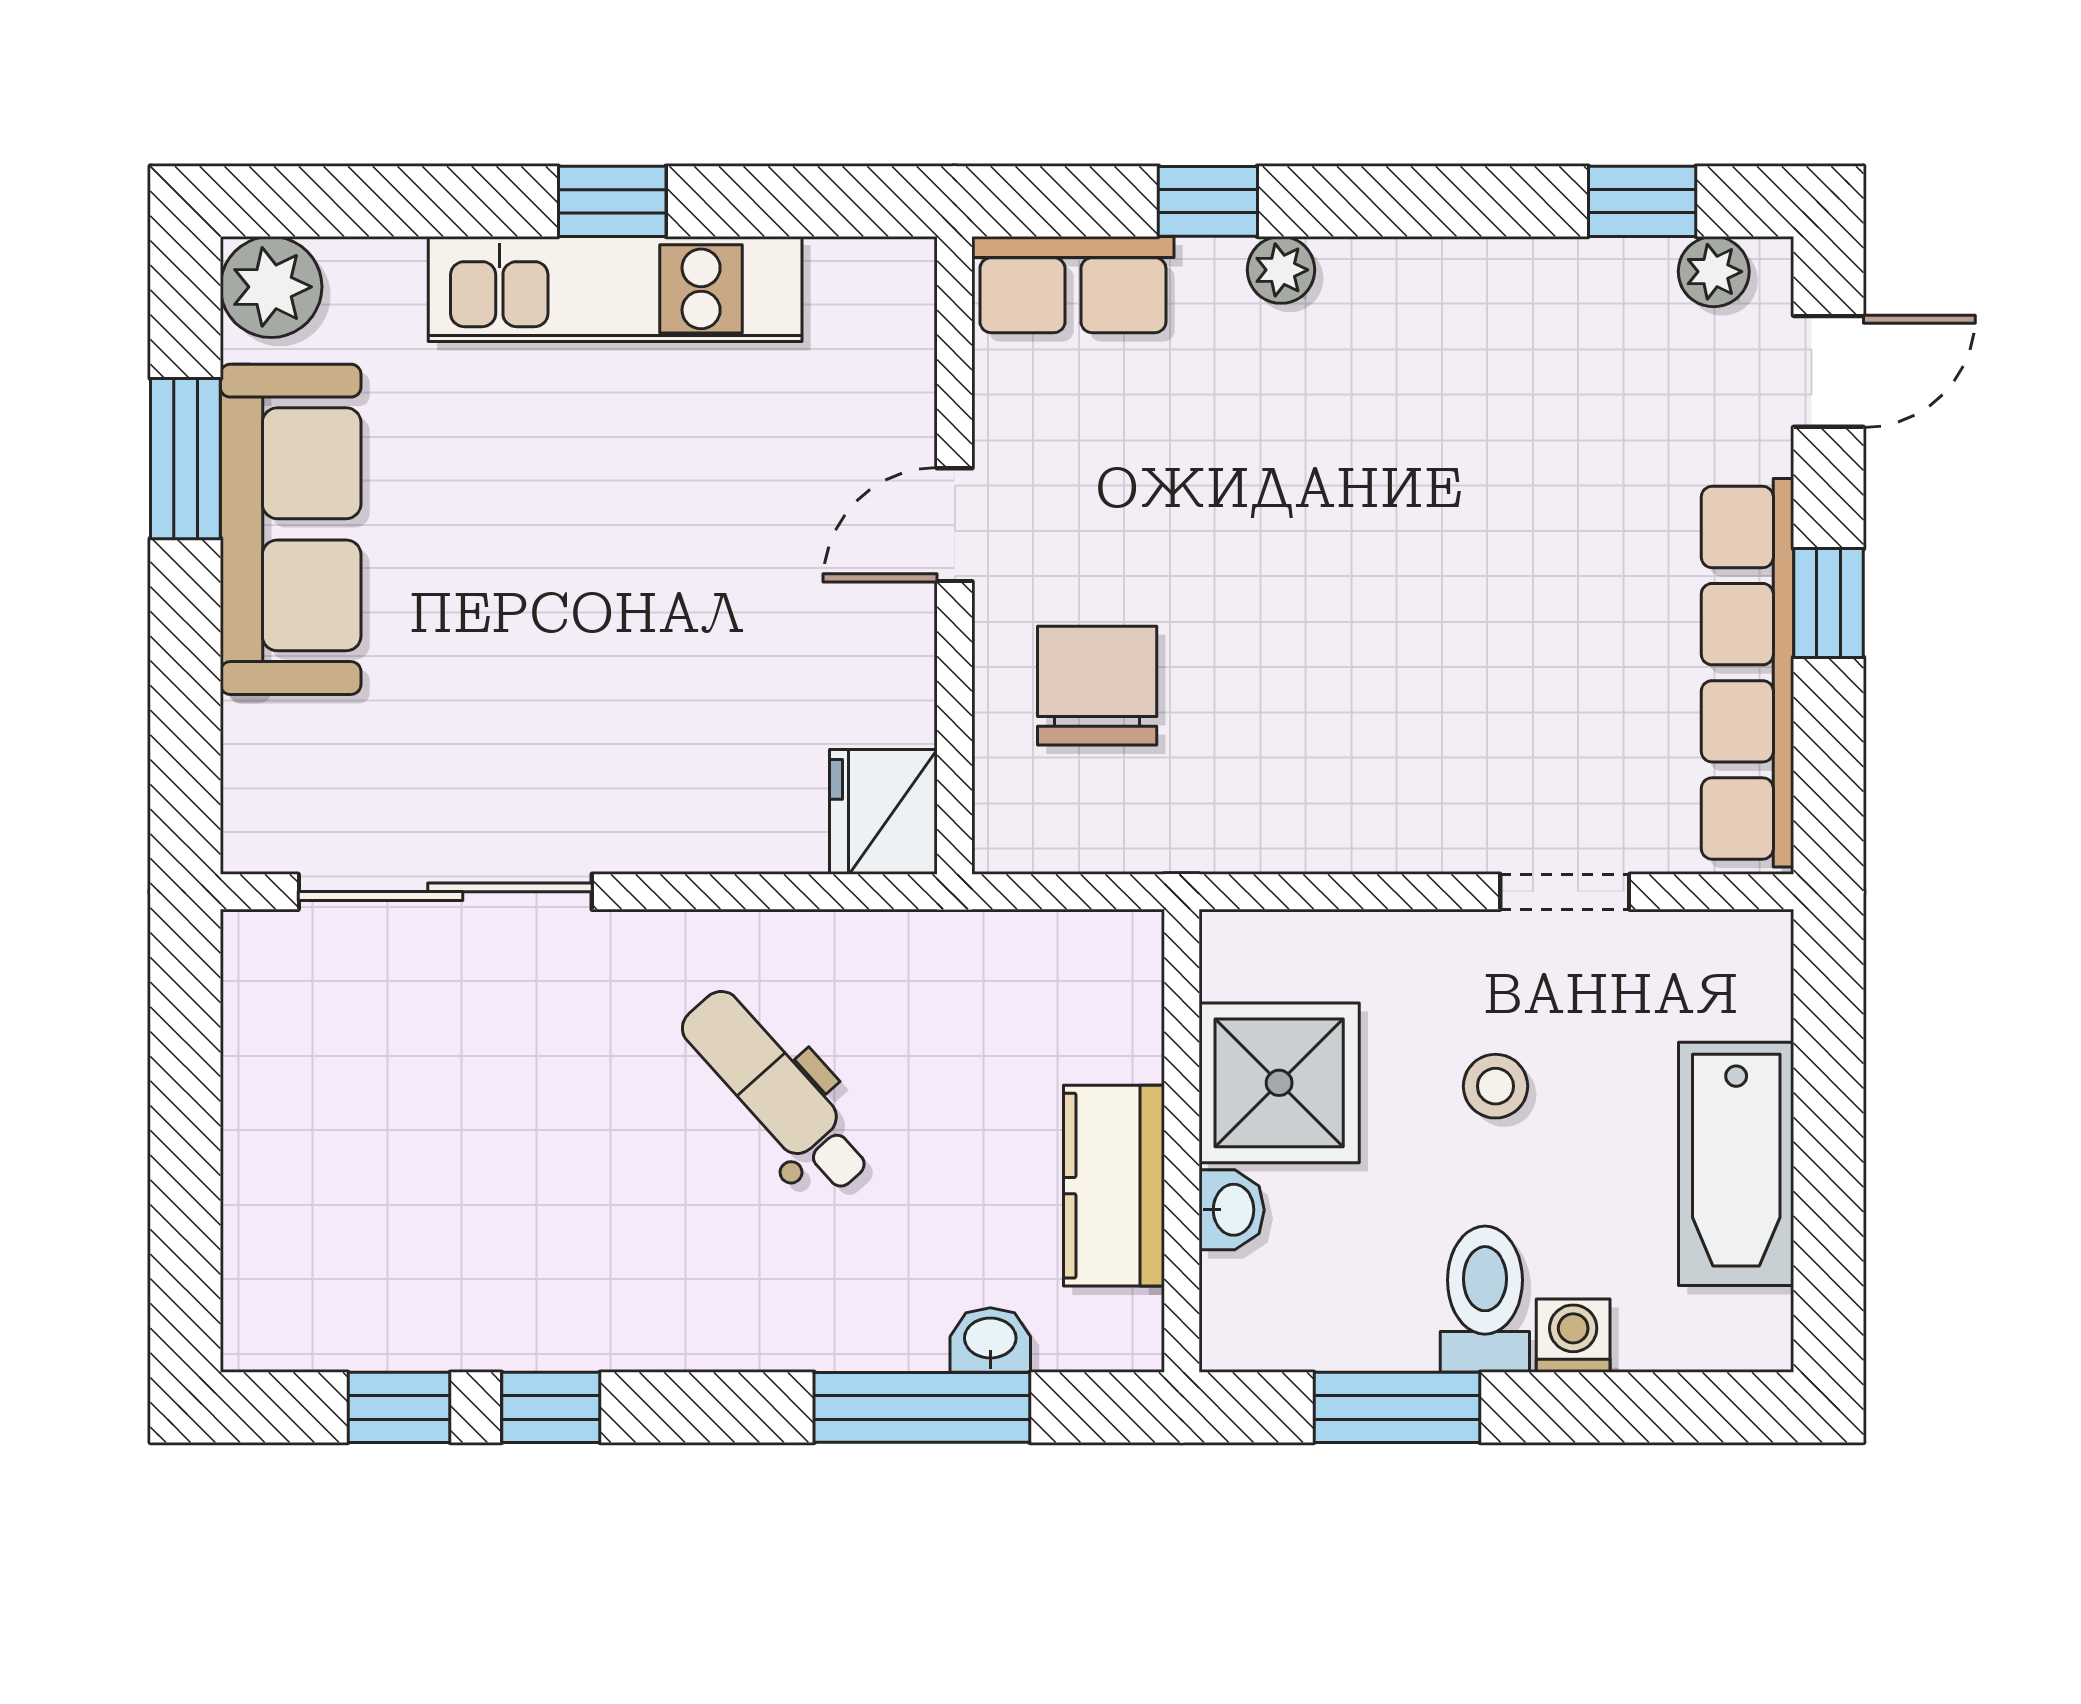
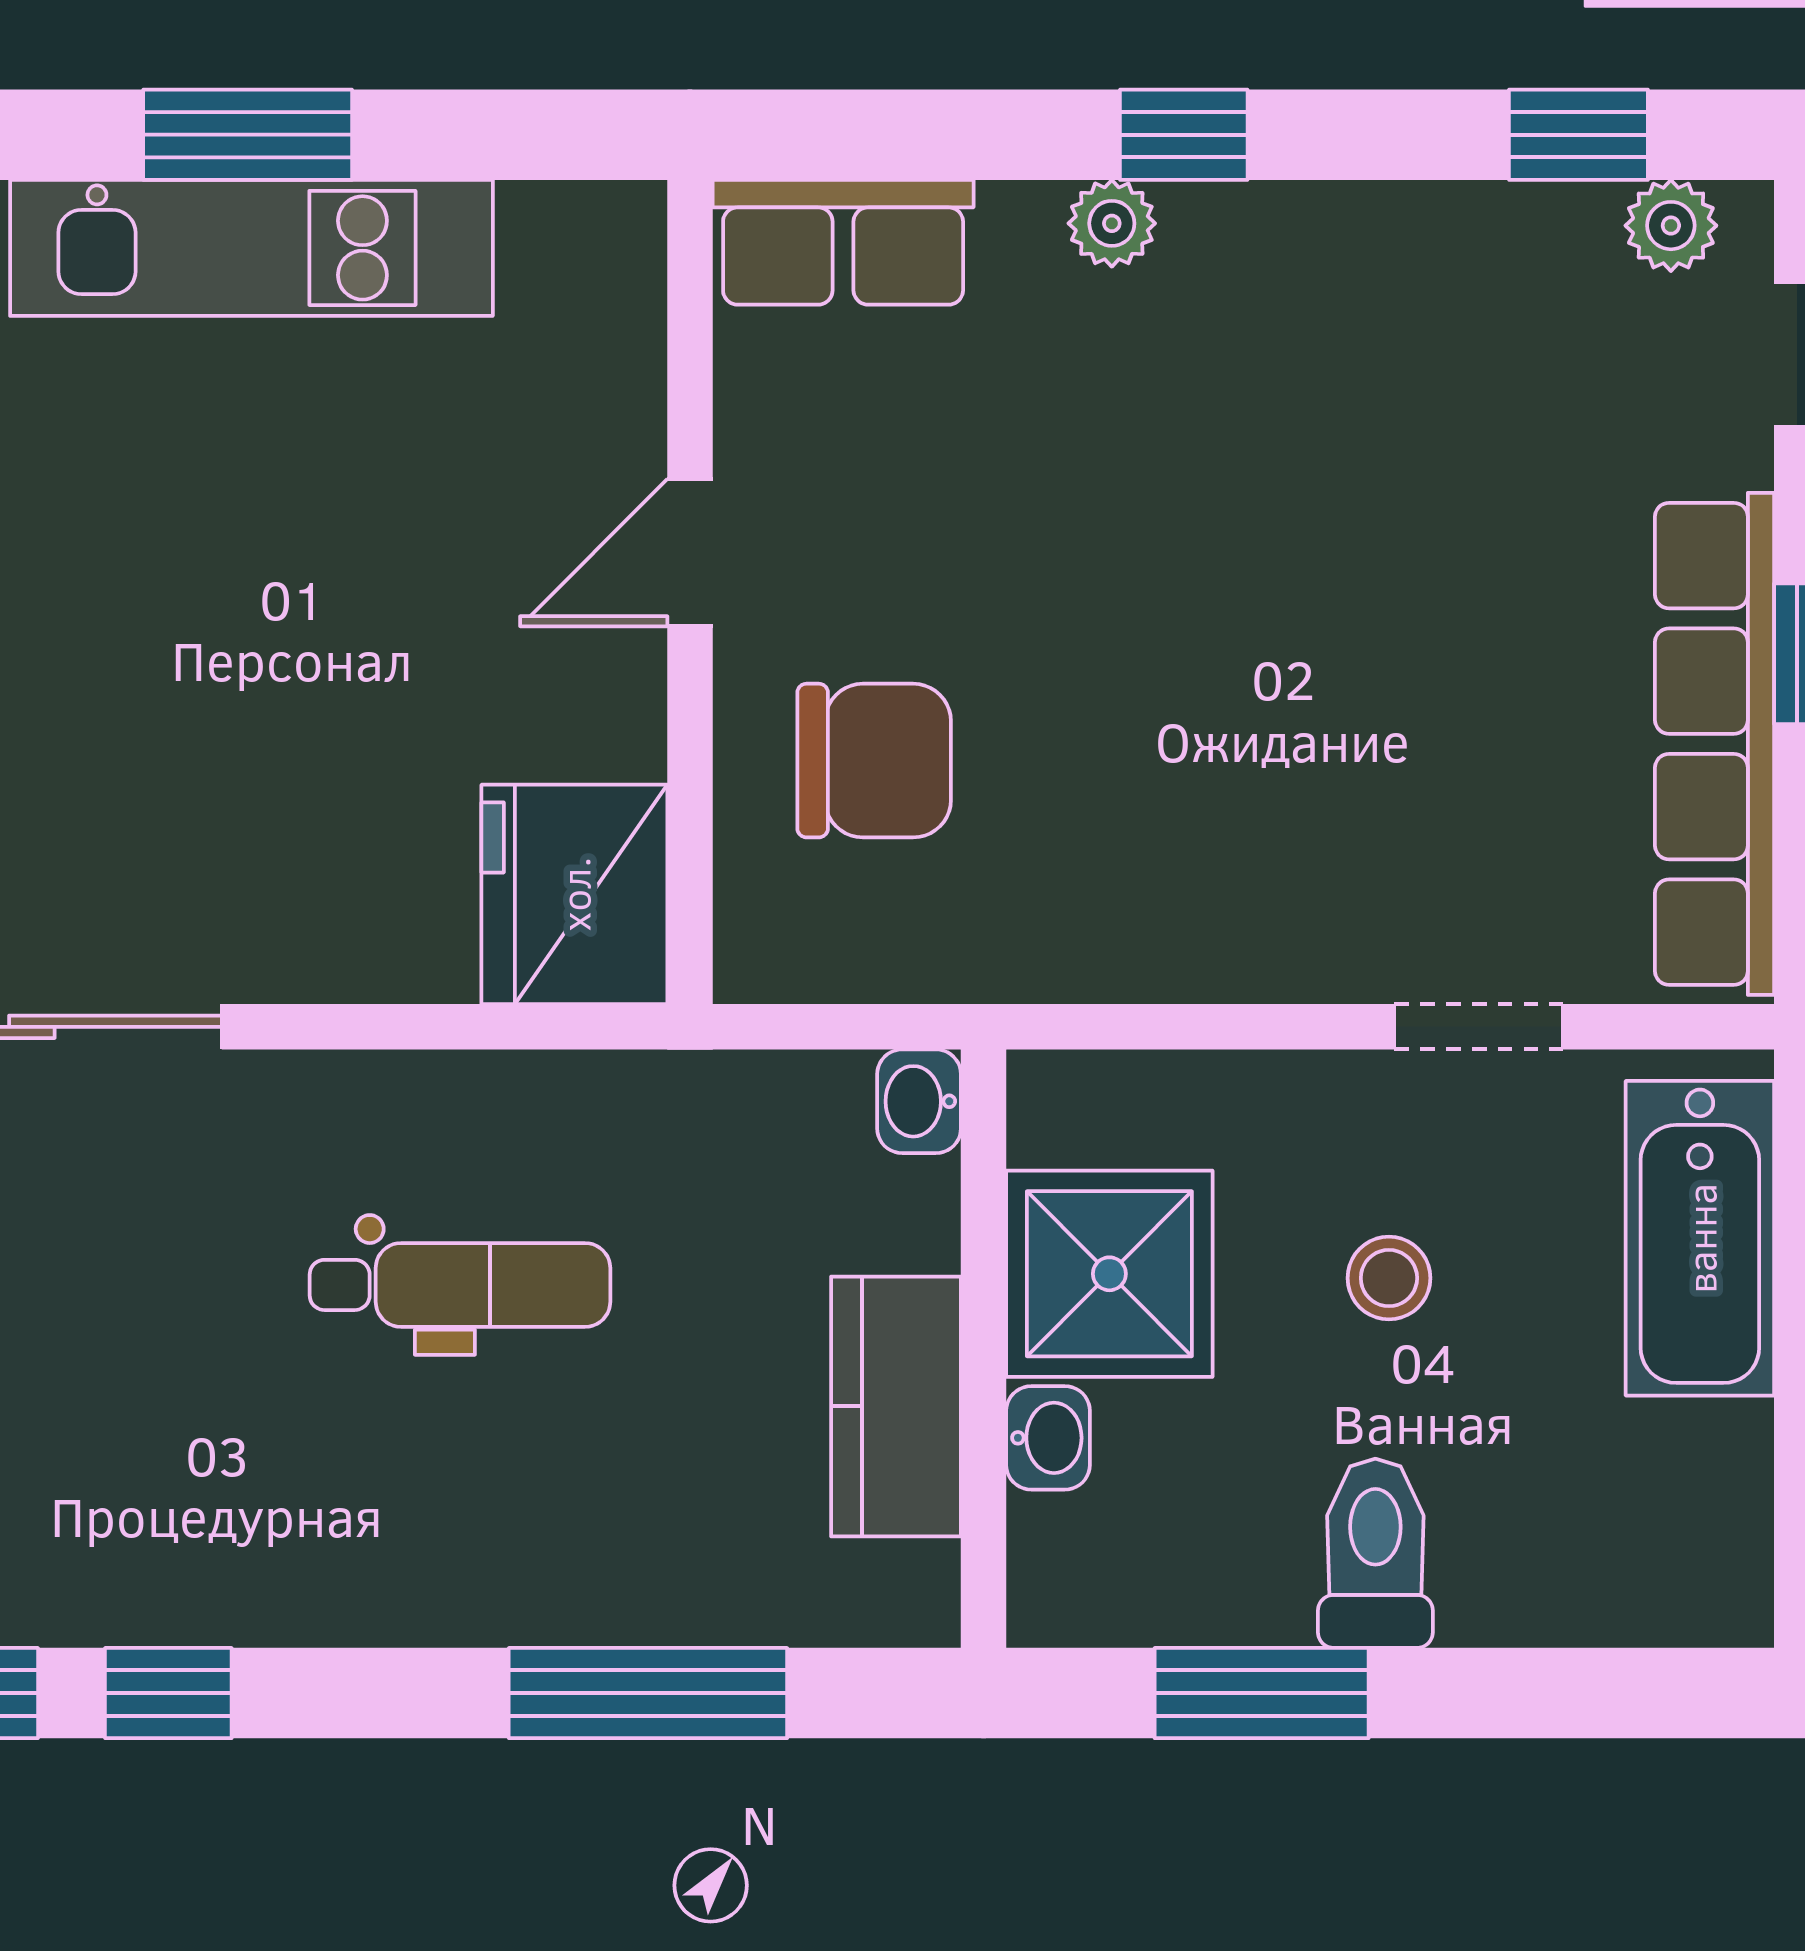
window: (612, 201) -> (248, 135), width x1.50
window: (1208, 201) -> (1184, 135), moved
chair: (1097, 686) -> (874, 761), turned 90
fridge: (883, 812) -> (574, 894), width x1.36, depth x1.34
dental chair: (776, 1092) -> (460, 1285), turned 132
bathtub: (1736, 1164) -> (1700, 1238), moved
washing machine: (1573, 1336) -> (1489, 1600), removed
washbasin: (990, 1340) -> (919, 1101), moved, turned -90

